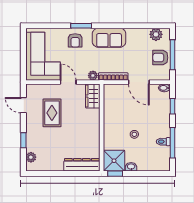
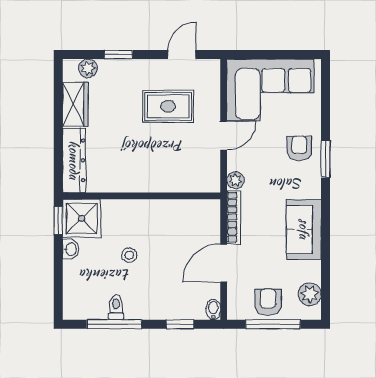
sofa: (109, 38) -> (304, 229), moved
armchair: (75, 40) -> (299, 148), turned 91
wardrobe: (93, 96) -> (75, 104), moved, turned 90

